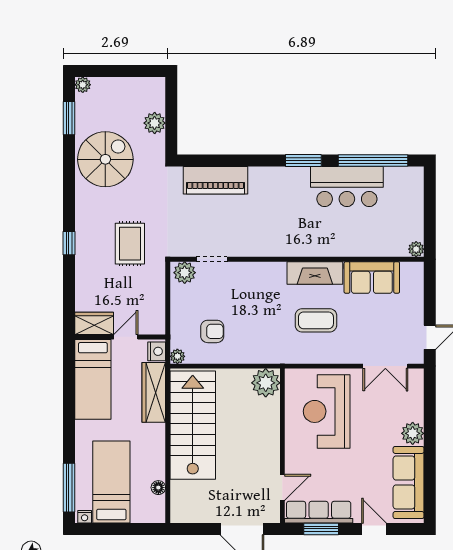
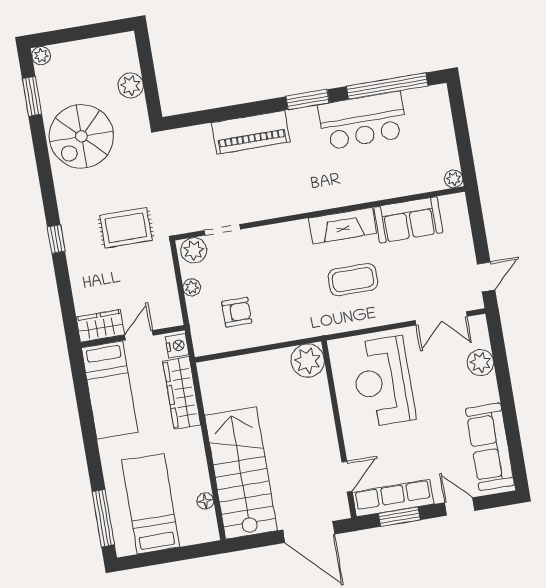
spiral stairs: (105, 159) -> (81, 136), turned 180
piano: (215, 180) -> (251, 132), moved
rug: (130, 244) -> (126, 228), turned 90
plant: (177, 356) -> (192, 287), moved
stairs: (193, 425) -> (241, 473), moved
plant: (413, 433) -> (480, 363), moved
nightstand: (85, 517) -> (127, 548), removed

